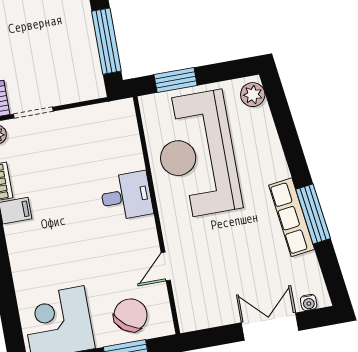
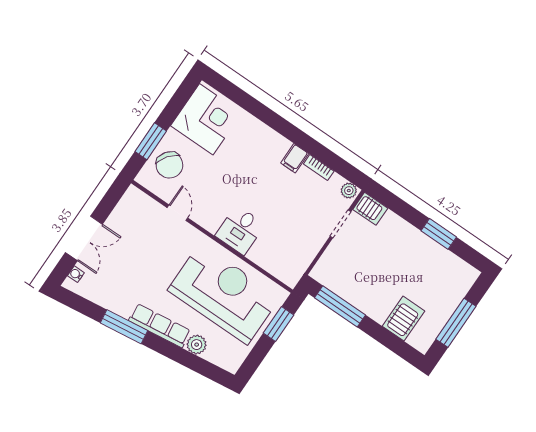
plant: (253, 95) -> (197, 345), moved
row of seats: (292, 217) -> (160, 326), moved

